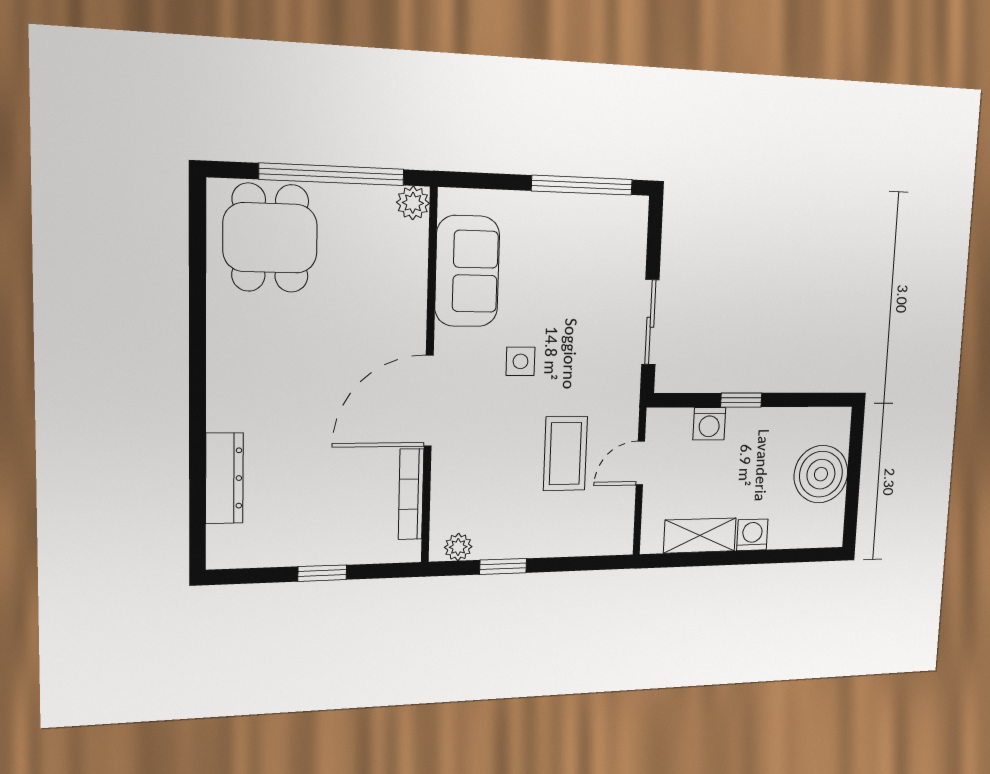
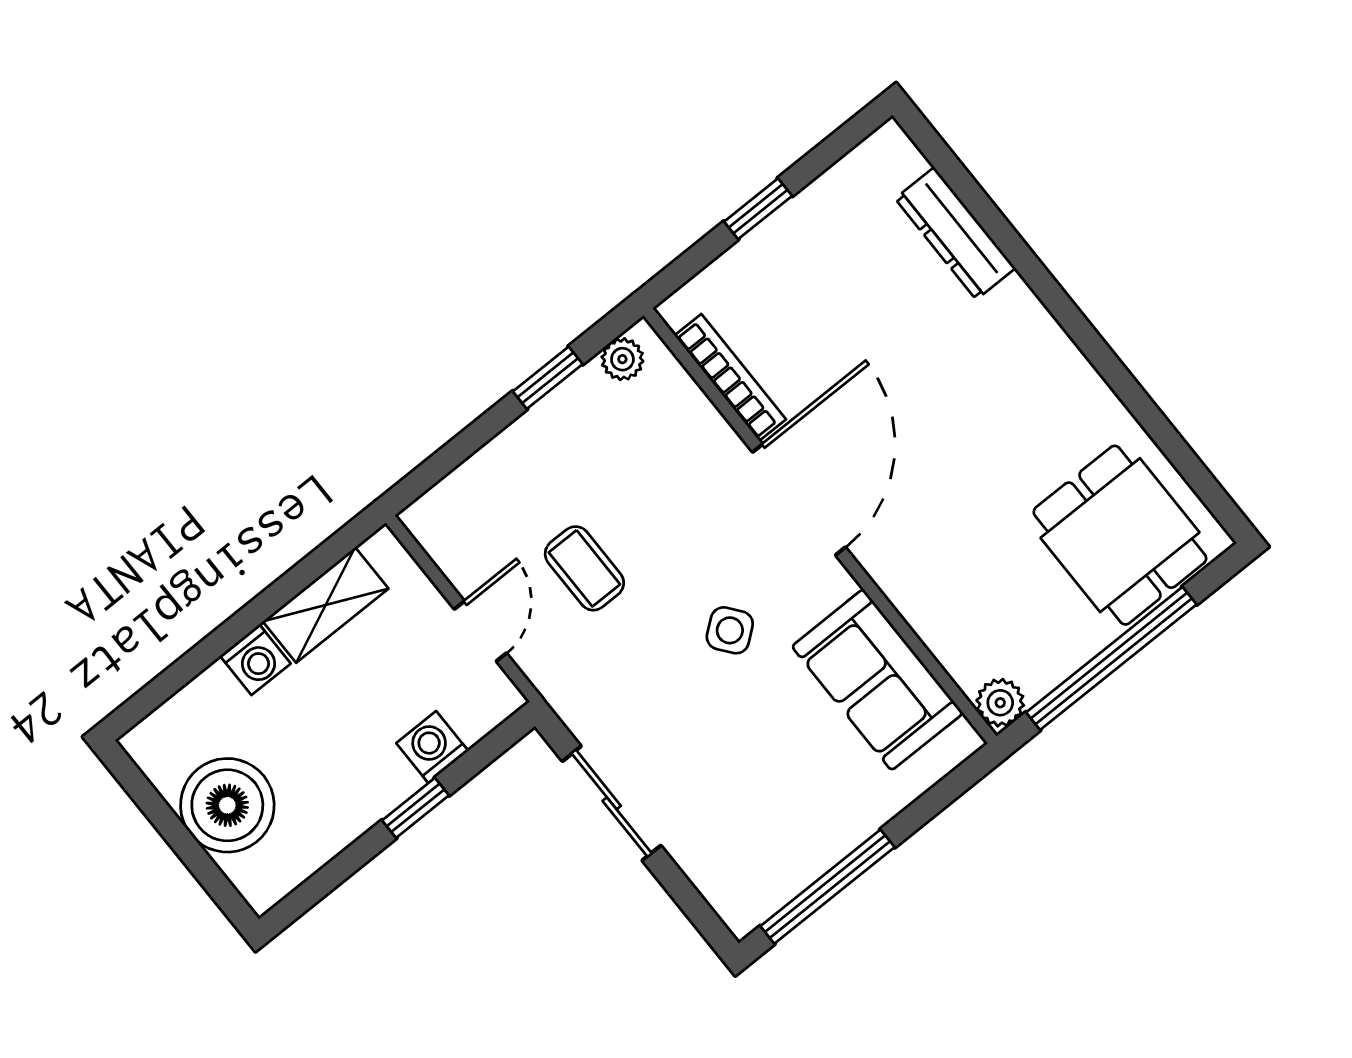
side table: (520, 361) -> (730, 630), turned -38
coffee table: (565, 454) -> (584, 568), width x0.73, depth x0.77

